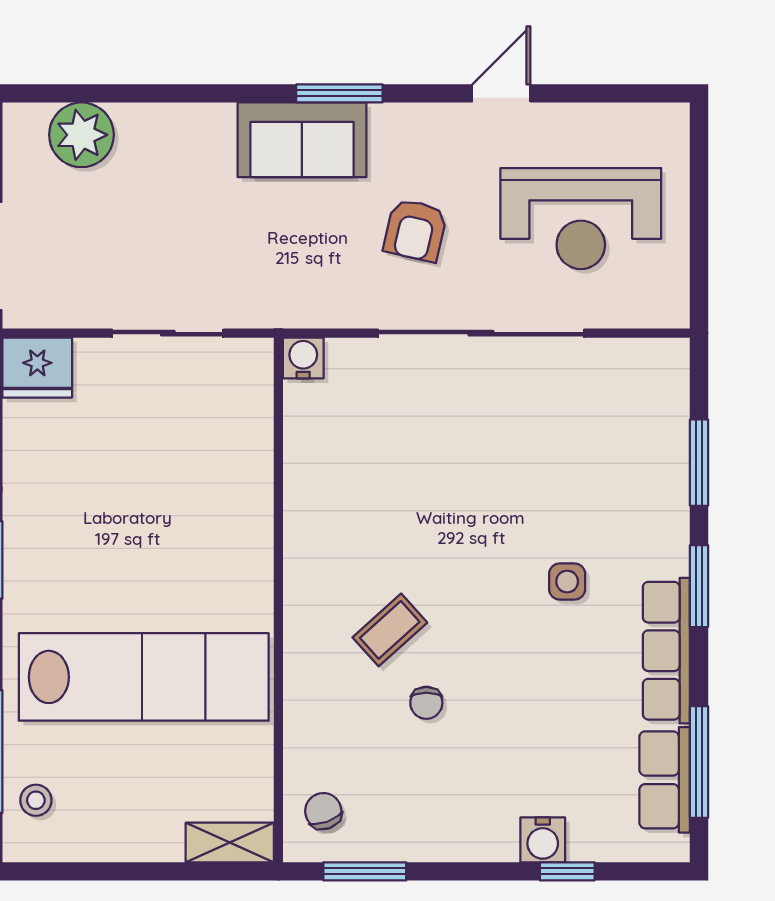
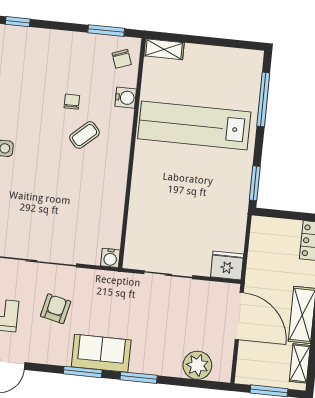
window: (212, 93) -> (139, 378), added
stool: (36, 800) -> (247, 76), removed
water cooler: (543, 840) -> (126, 98), moved, turned 90

